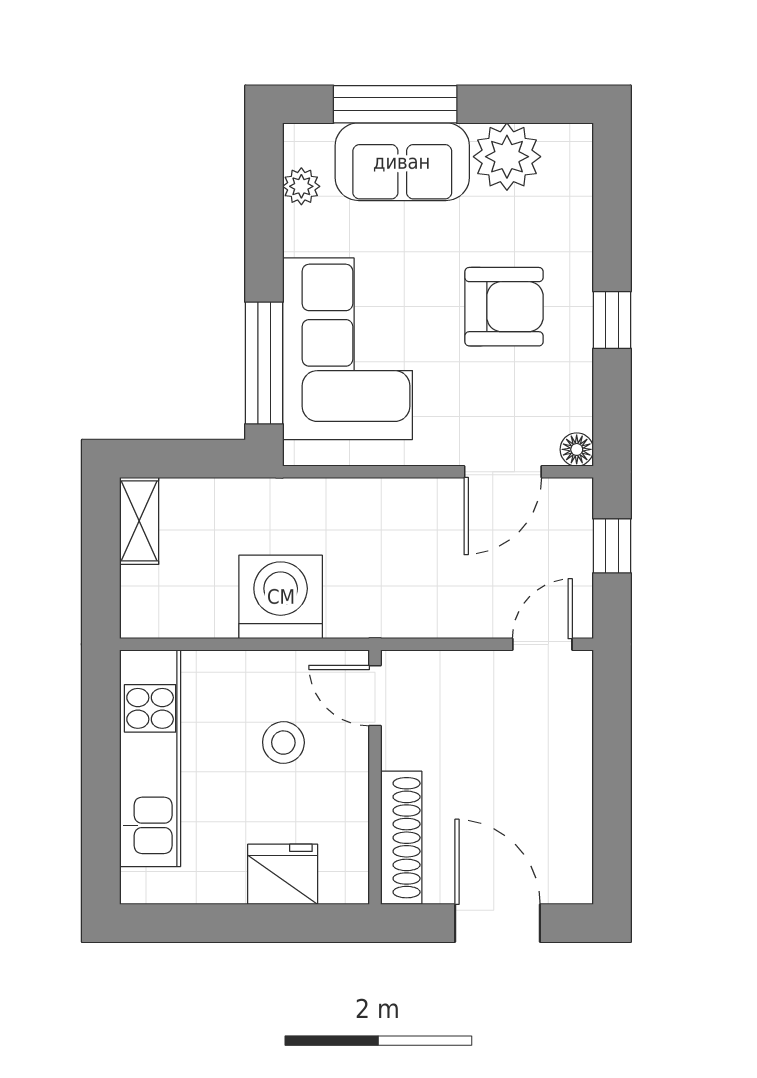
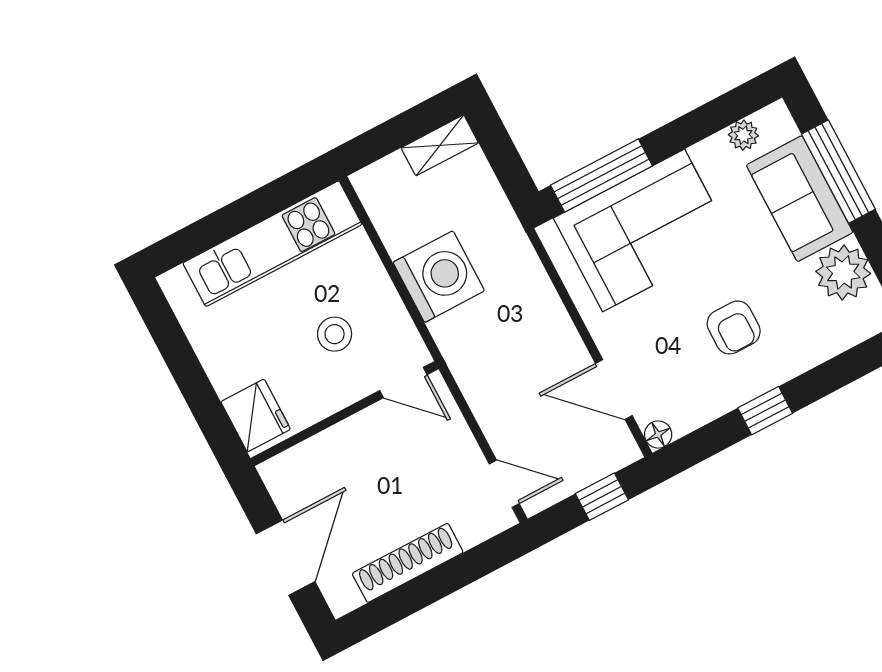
armchair: (504, 307) -> (734, 327), width x0.72, depth x0.72
door: (375, 696) -> (403, 383), swing flipped
shoe rack: (401, 838) -> (408, 563), moved, turned 180
fridge: (283, 874) -> (256, 415), moved

